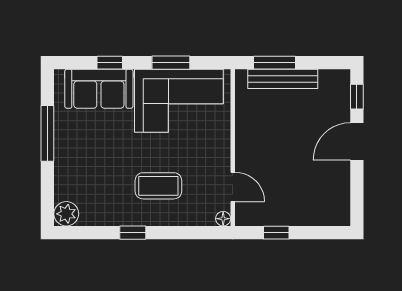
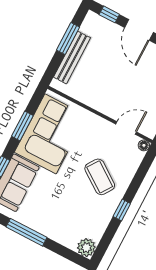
window: (274, 63) -> (68, 39), moved
coffee table: (158, 186) -> (100, 177), turned -55

